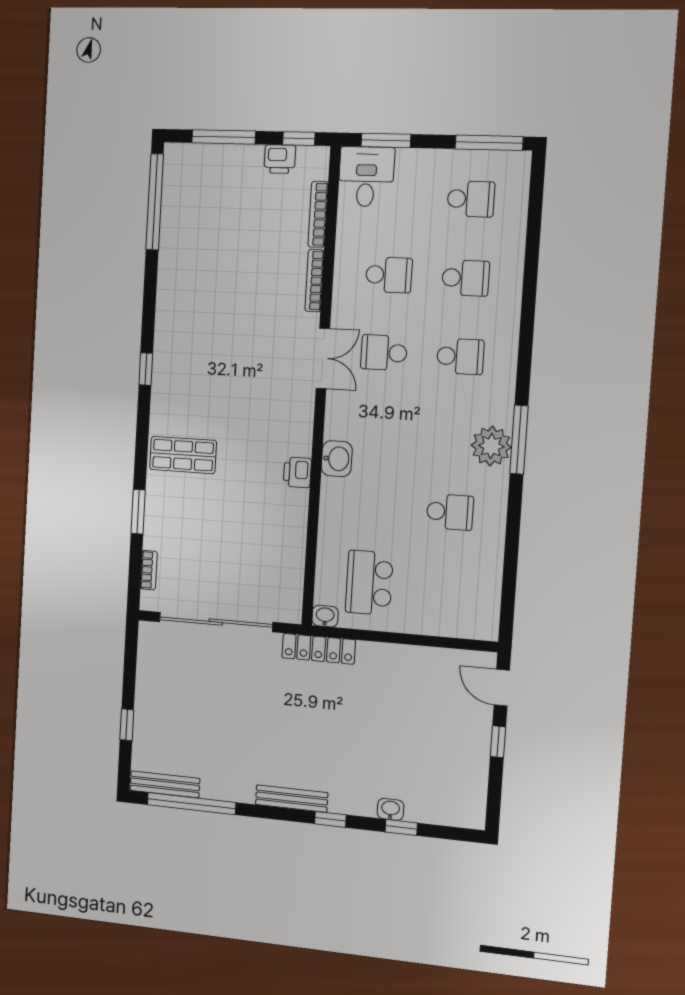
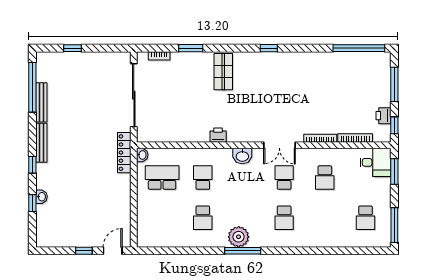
school desk: (466, 278) -> (203, 178), moved, turned 180
washbasin: (337, 459) -> (242, 156), moved
bench: (165, 784) -> (41, 102), moved

